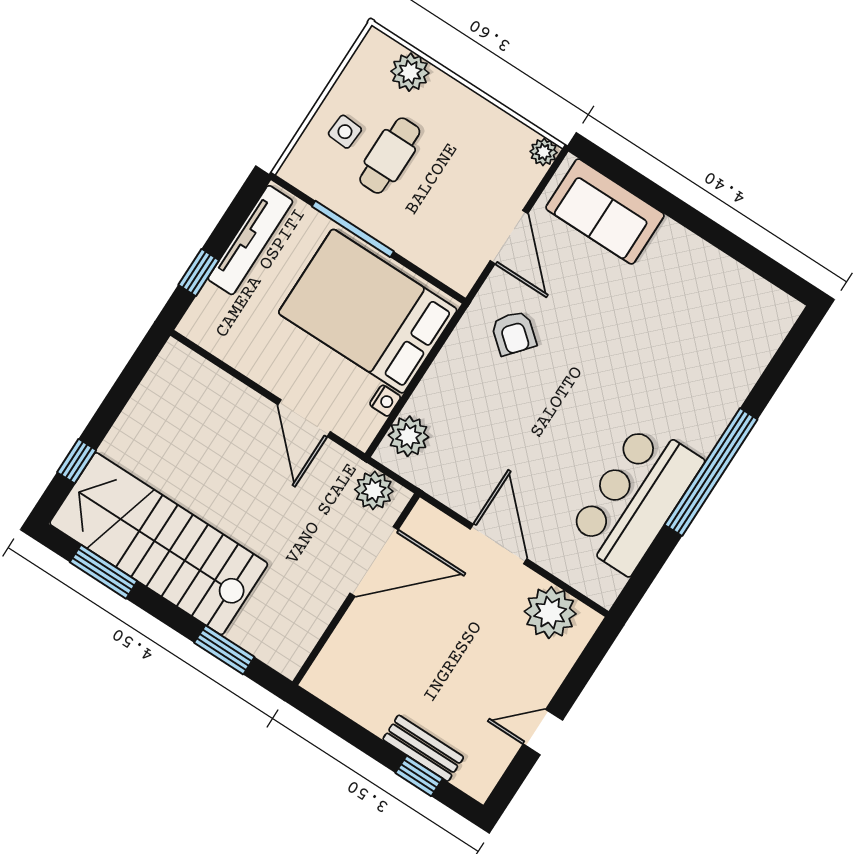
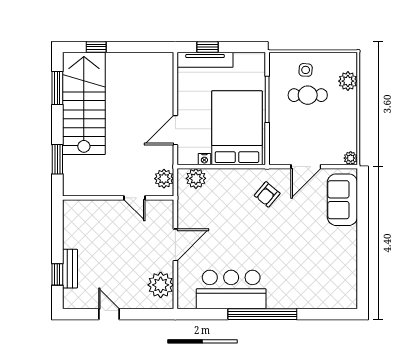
tv unit: (250, 240) -> (205, 60), moved
door: (374, 562) -> (134, 198), width x0.53

